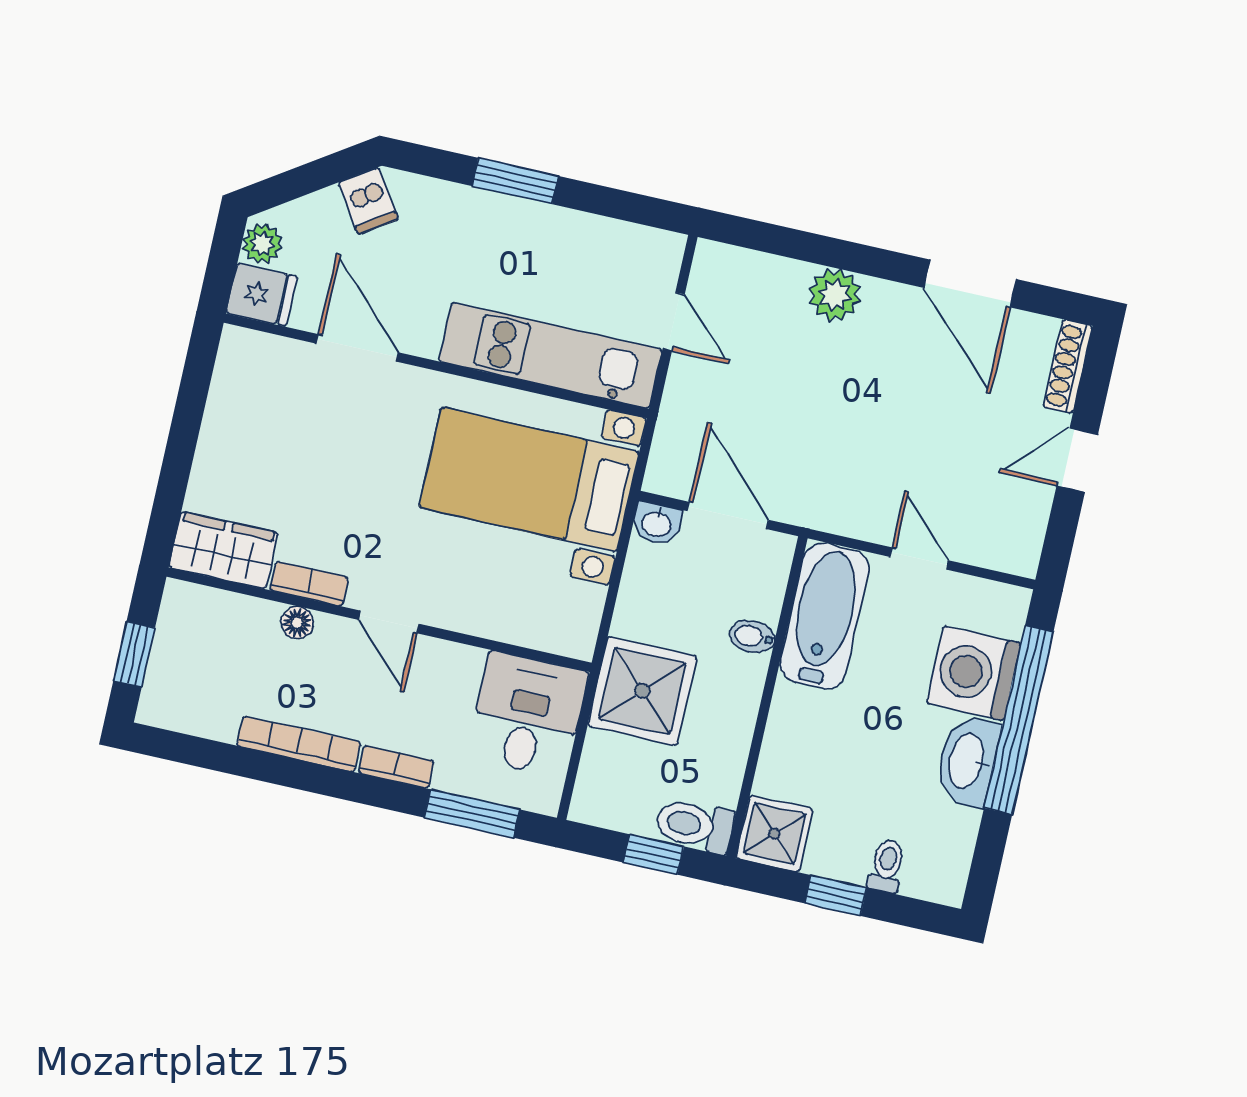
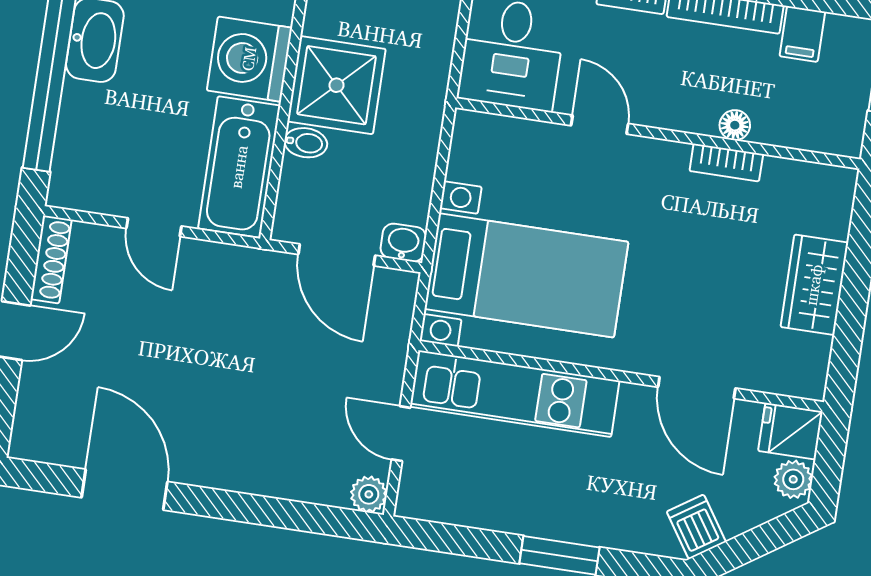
plant: (835, 295) -> (369, 494), moved, width x0.73, depth x0.73
shoe rack: (1068, 367) -> (51, 259), moved
wardrobe: (223, 550) -> (814, 285), moved, turned 90
door: (389, 622) -> (600, 125), moved
washing machine: (974, 673) -> (249, 59), moved, turned 180
shower: (642, 691) -> (336, 85), moved
filing cabinet: (219, 714) -> (802, 34), added

